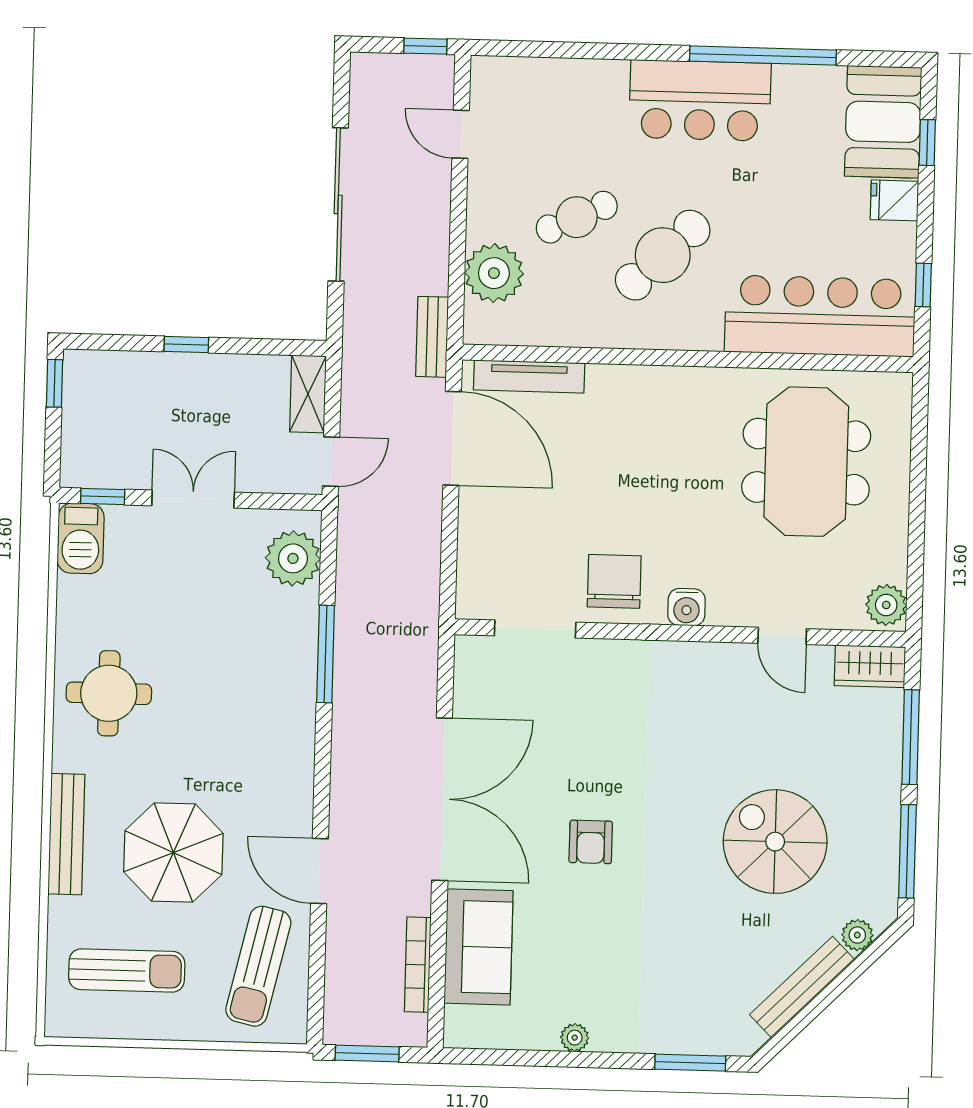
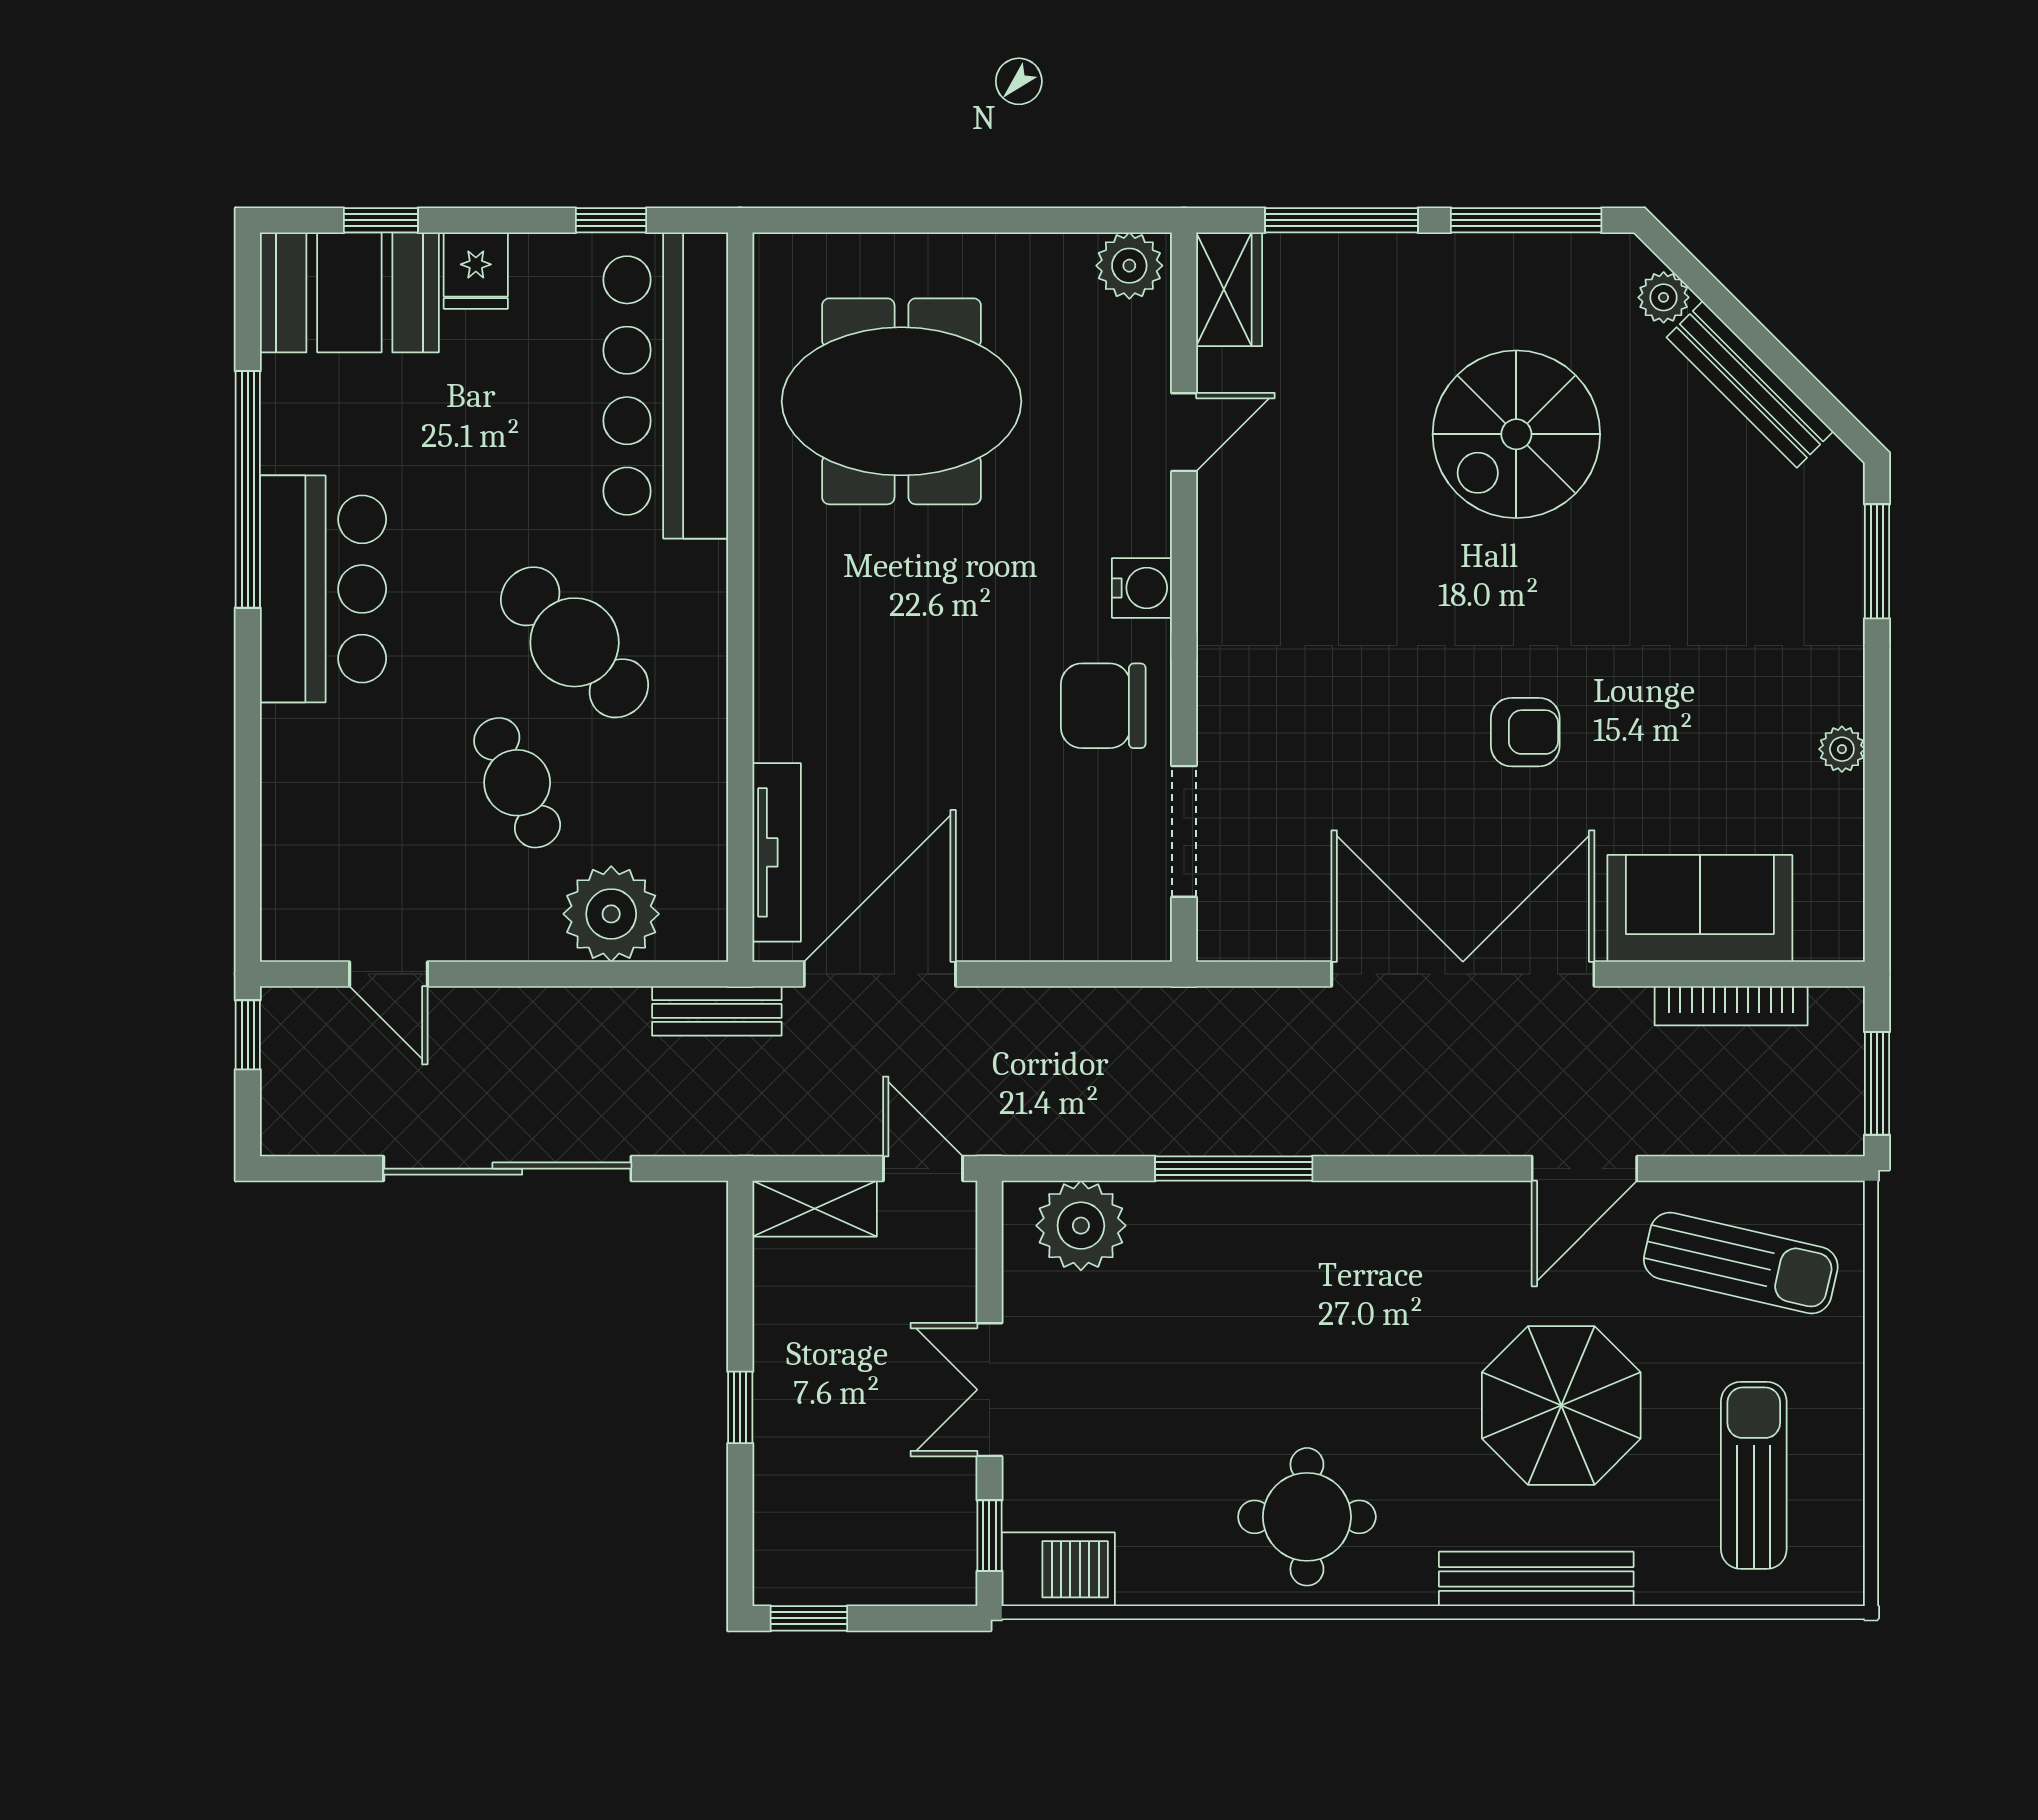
door: (461, 134) -> (388, 974), hinge flipped

